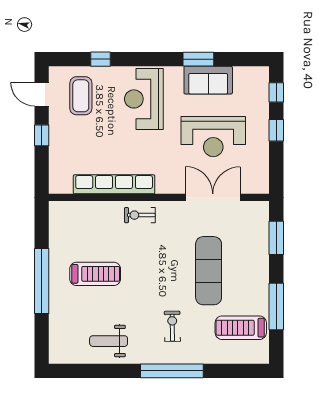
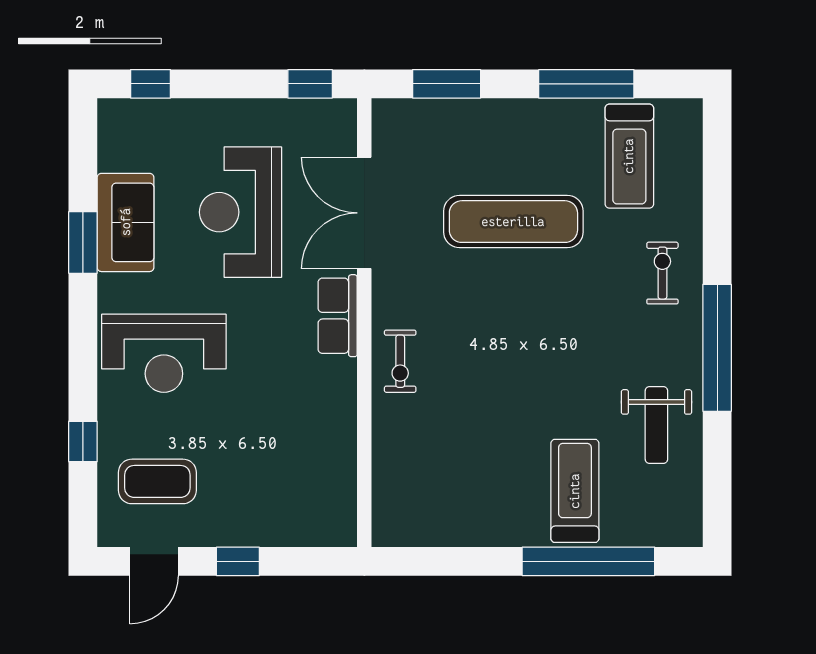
window: (276, 130) -> (310, 84), moved
reception desk: (213, 137) -> (240, 212), turned 180
row of seats: (114, 184) -> (338, 316), moved, width x0.50
treadmill: (95, 274) -> (575, 491), moved
window: (42, 281) -> (588, 561), moved
exercise bike: (172, 326) -> (662, 273), moved, turned 91
window: (172, 371) -> (717, 348), moved

